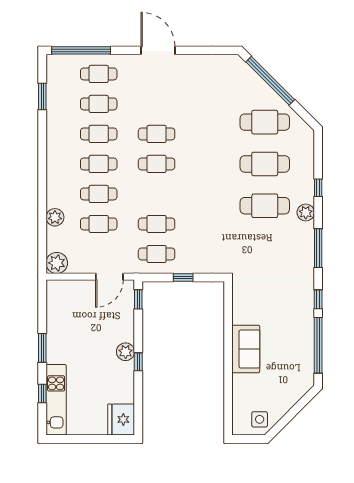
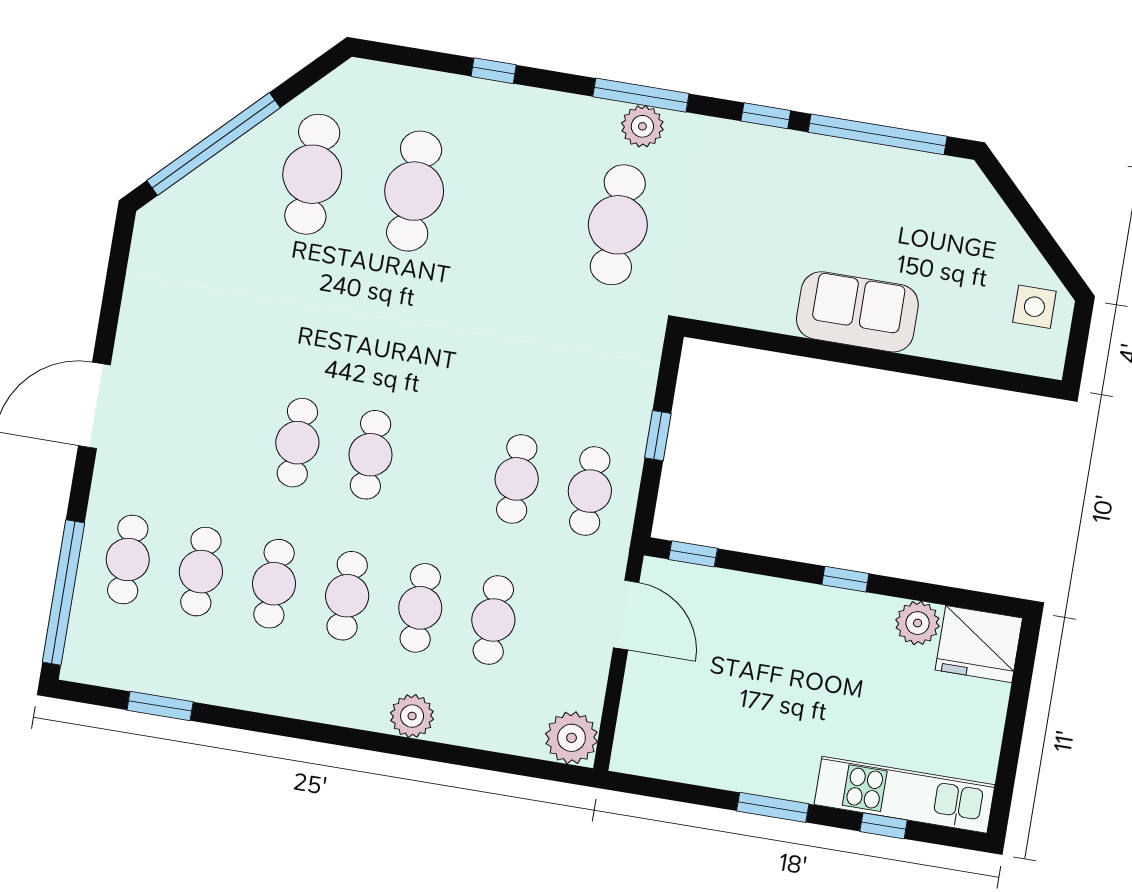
cafe table: (265, 206) -> (618, 225), moved
plant: (306, 212) -> (642, 126), moved
plant: (55, 217) -> (412, 716), moved
plant: (126, 352) -> (918, 623), moved

